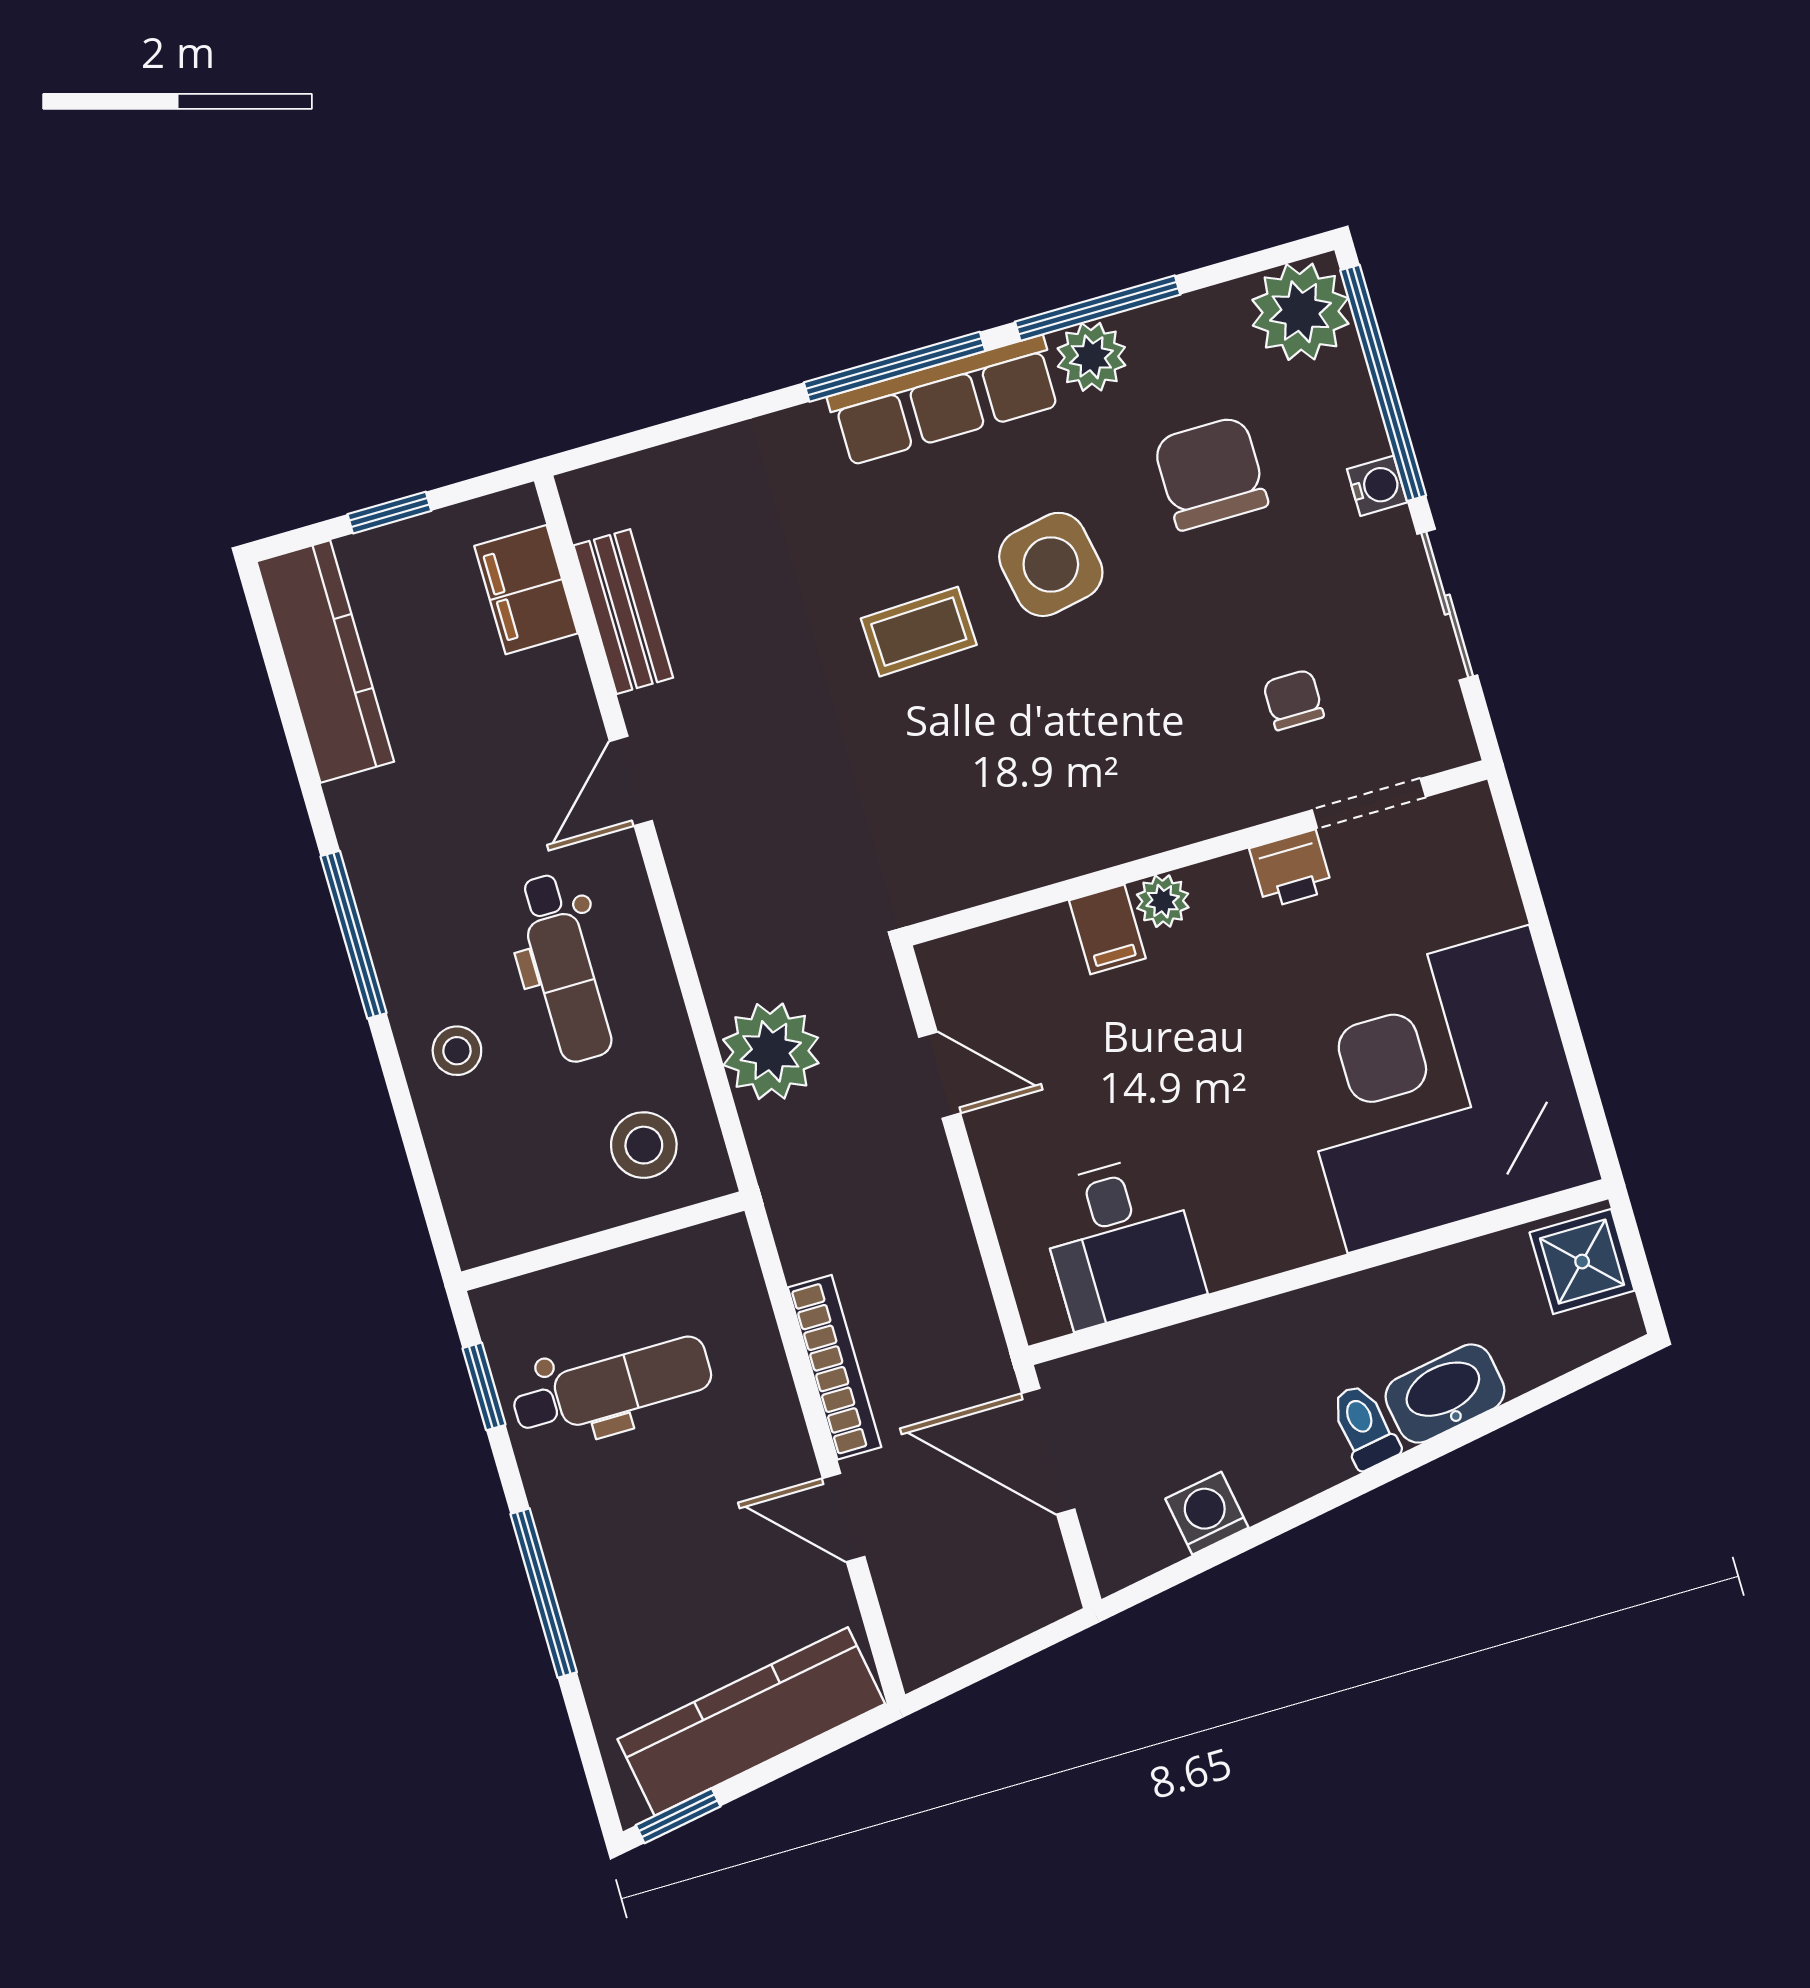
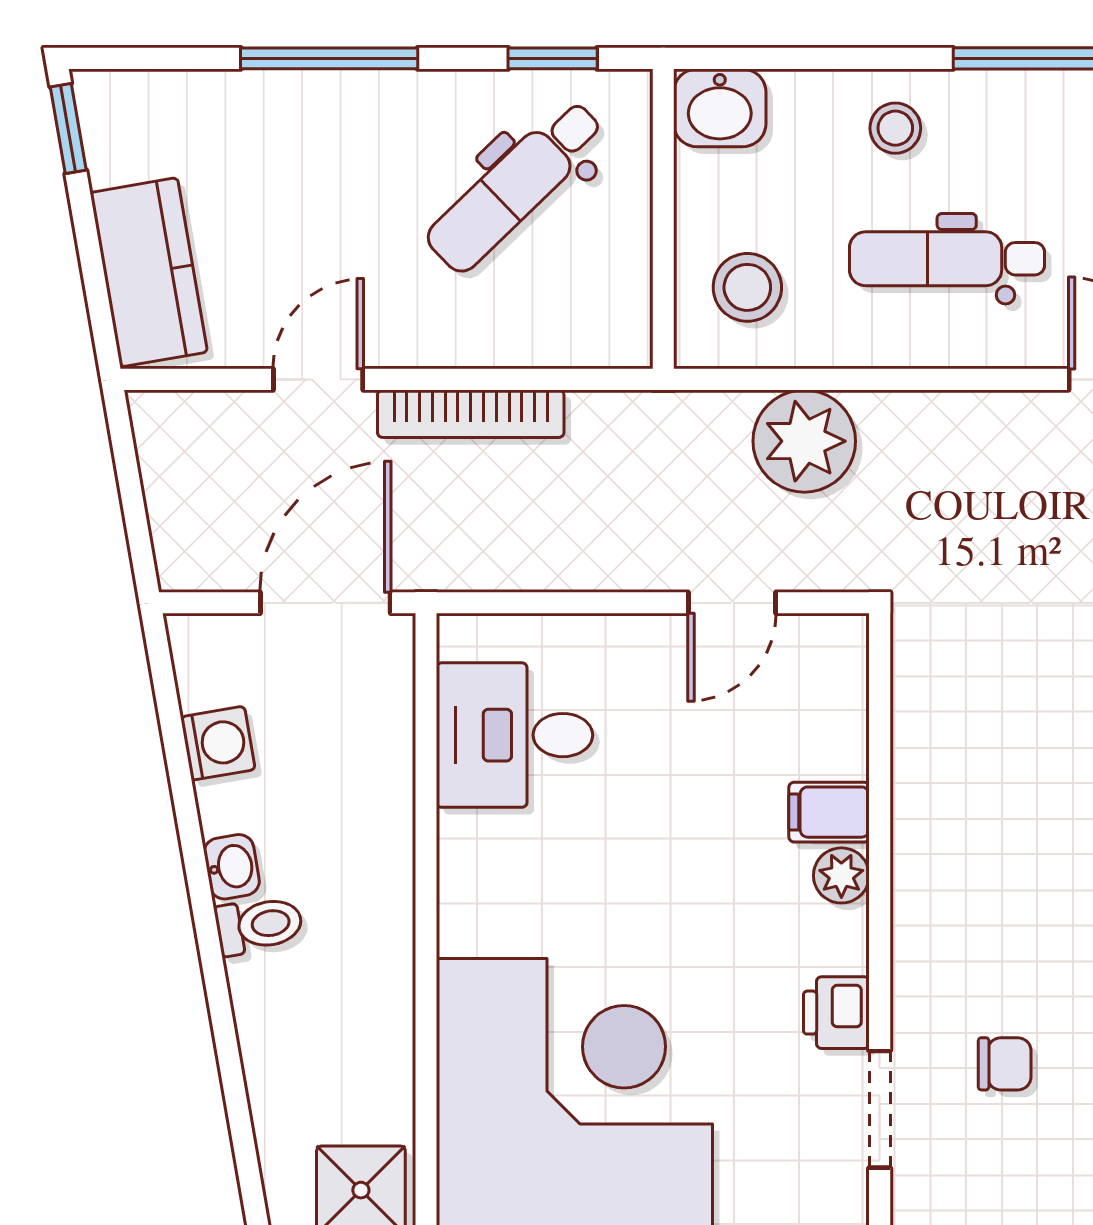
washbasin: (485, 1218) -> (720, 108), added
dental chair: (612, 1387) -> (515, 186), turned 46
washbasin: (1445, 1394) -> (232, 867), moved, width x0.52, depth x0.69
kitchen counter: (751, 1722) -> (149, 272), width x0.67

